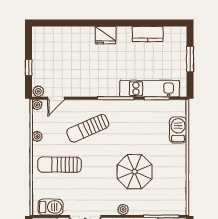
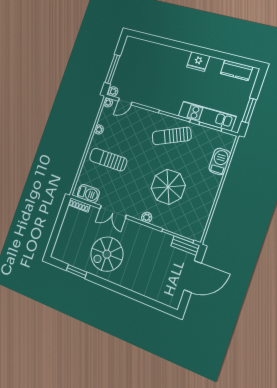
kitchen counter: (148, 34) -> (236, 70), moved
fridge: (106, 35) -> (198, 62), moved
window: (190, 59) -> (249, 111), moved
window: (29, 67) -> (112, 69), width x2.17
sun lounger: (88, 128) -> (172, 136), moved

